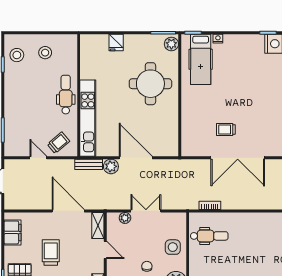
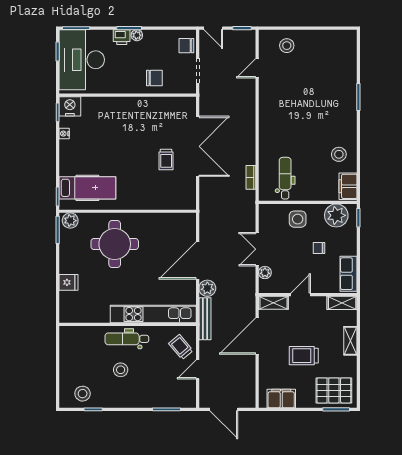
nightstand: (218, 39) -> (64, 134), moved
stool: (45, 53) -> (121, 370), moved
bench: (89, 164) -> (205, 319), width x1.36

